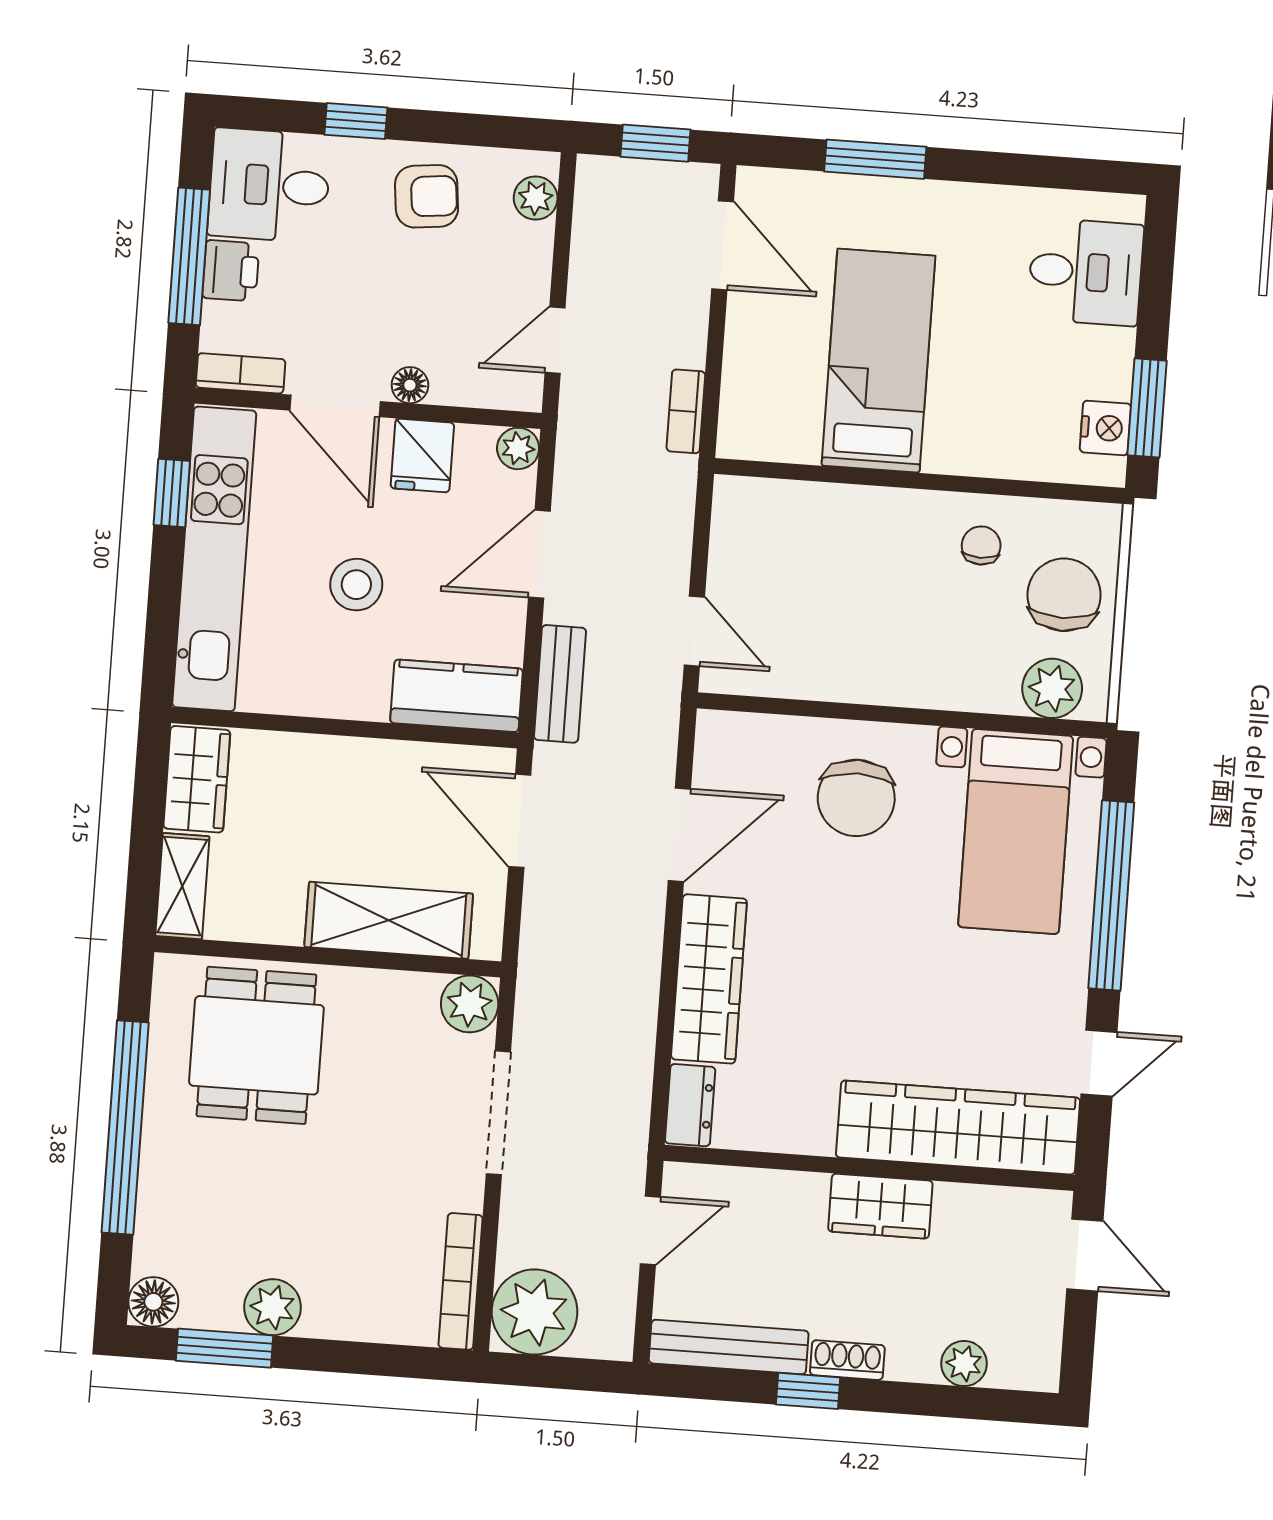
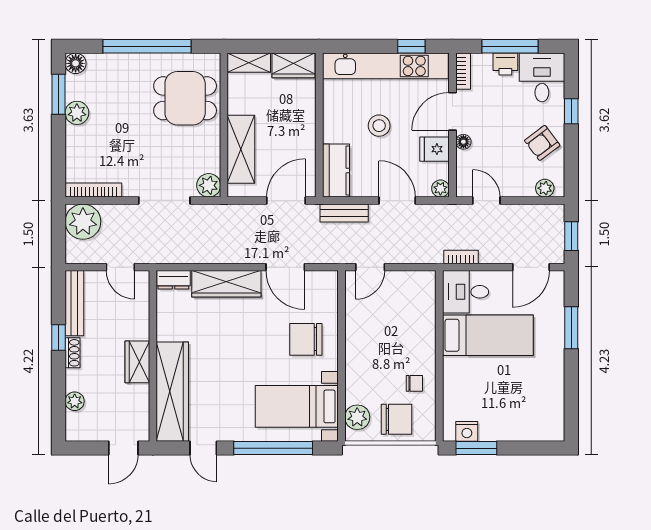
armchair: (427, 196) -> (542, 143), turned 59
desk: (1086, 272) -> (465, 292), moved, turned 90

